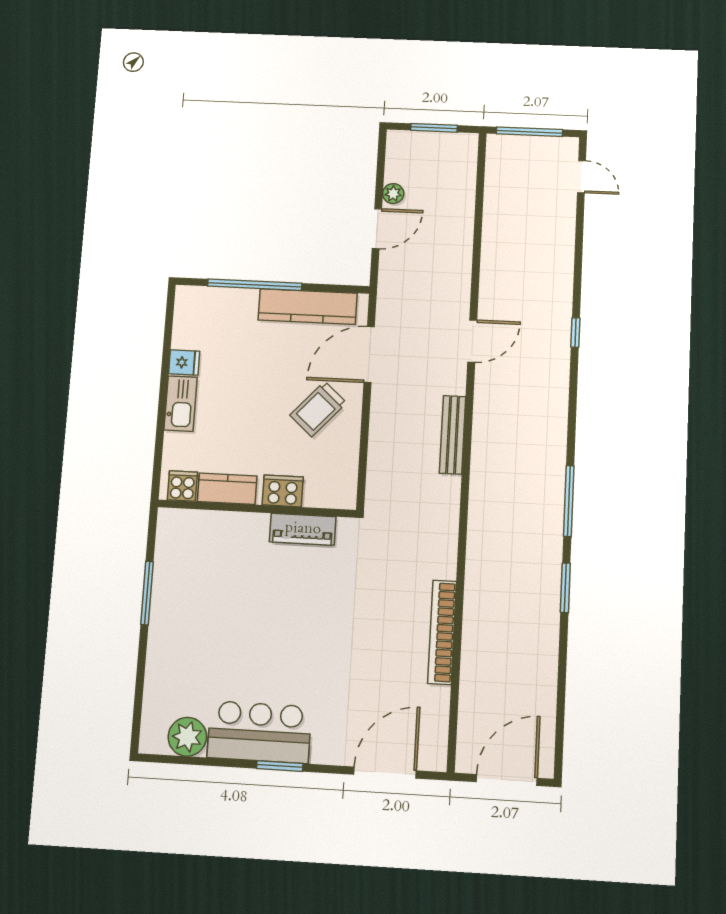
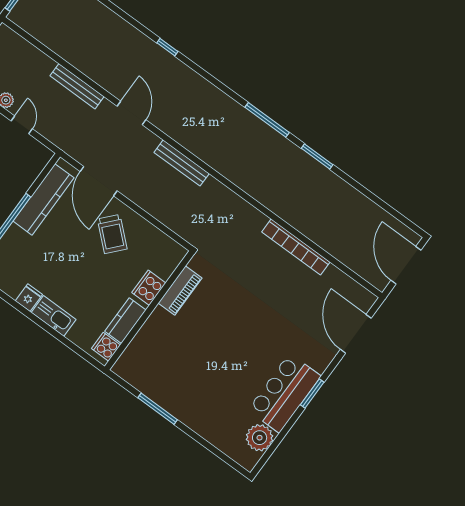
door: (377, 229) -> (22, 125), width x0.73
bench: (462, 261) -> (77, 86), added

